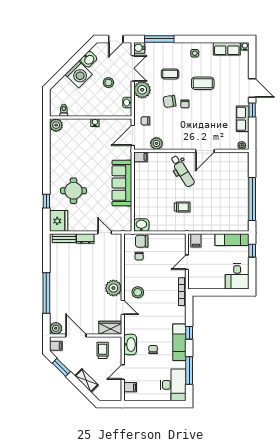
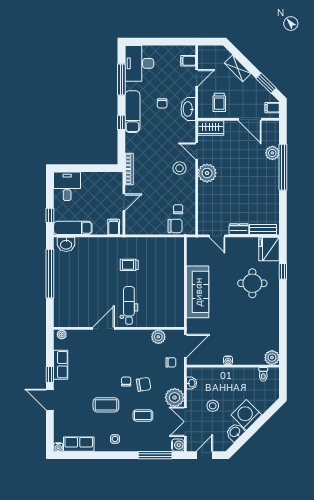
filing cabinet: (140, 157) -> (176, 322), removed
dental chair: (182, 171) -> (129, 305), turned 32
washbasin: (141, 225) -> (66, 244), moved
plant: (56, 328) -> (272, 153), moved

